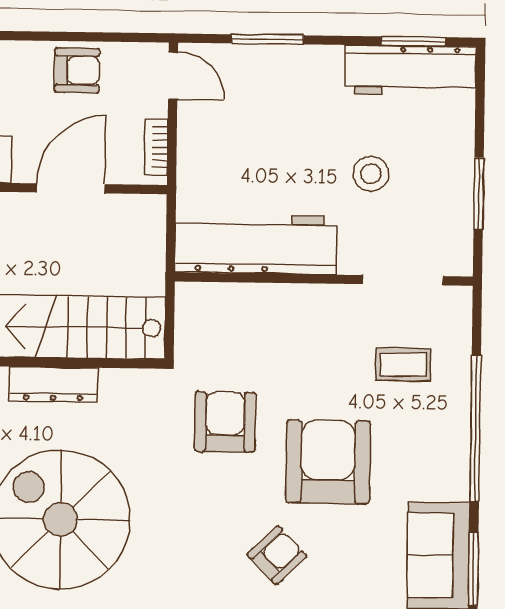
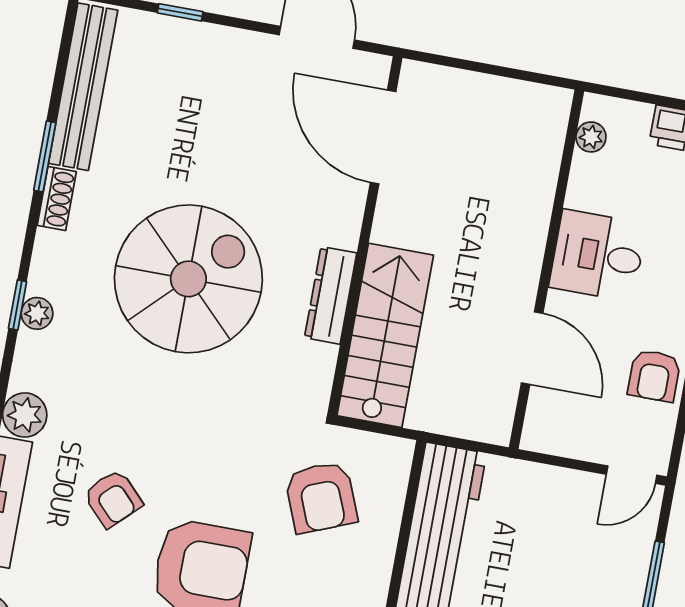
bookcase: (156, 147) -> (560, 445), removed
armchair: (225, 422) -> (321, 497), moved, turned 68

